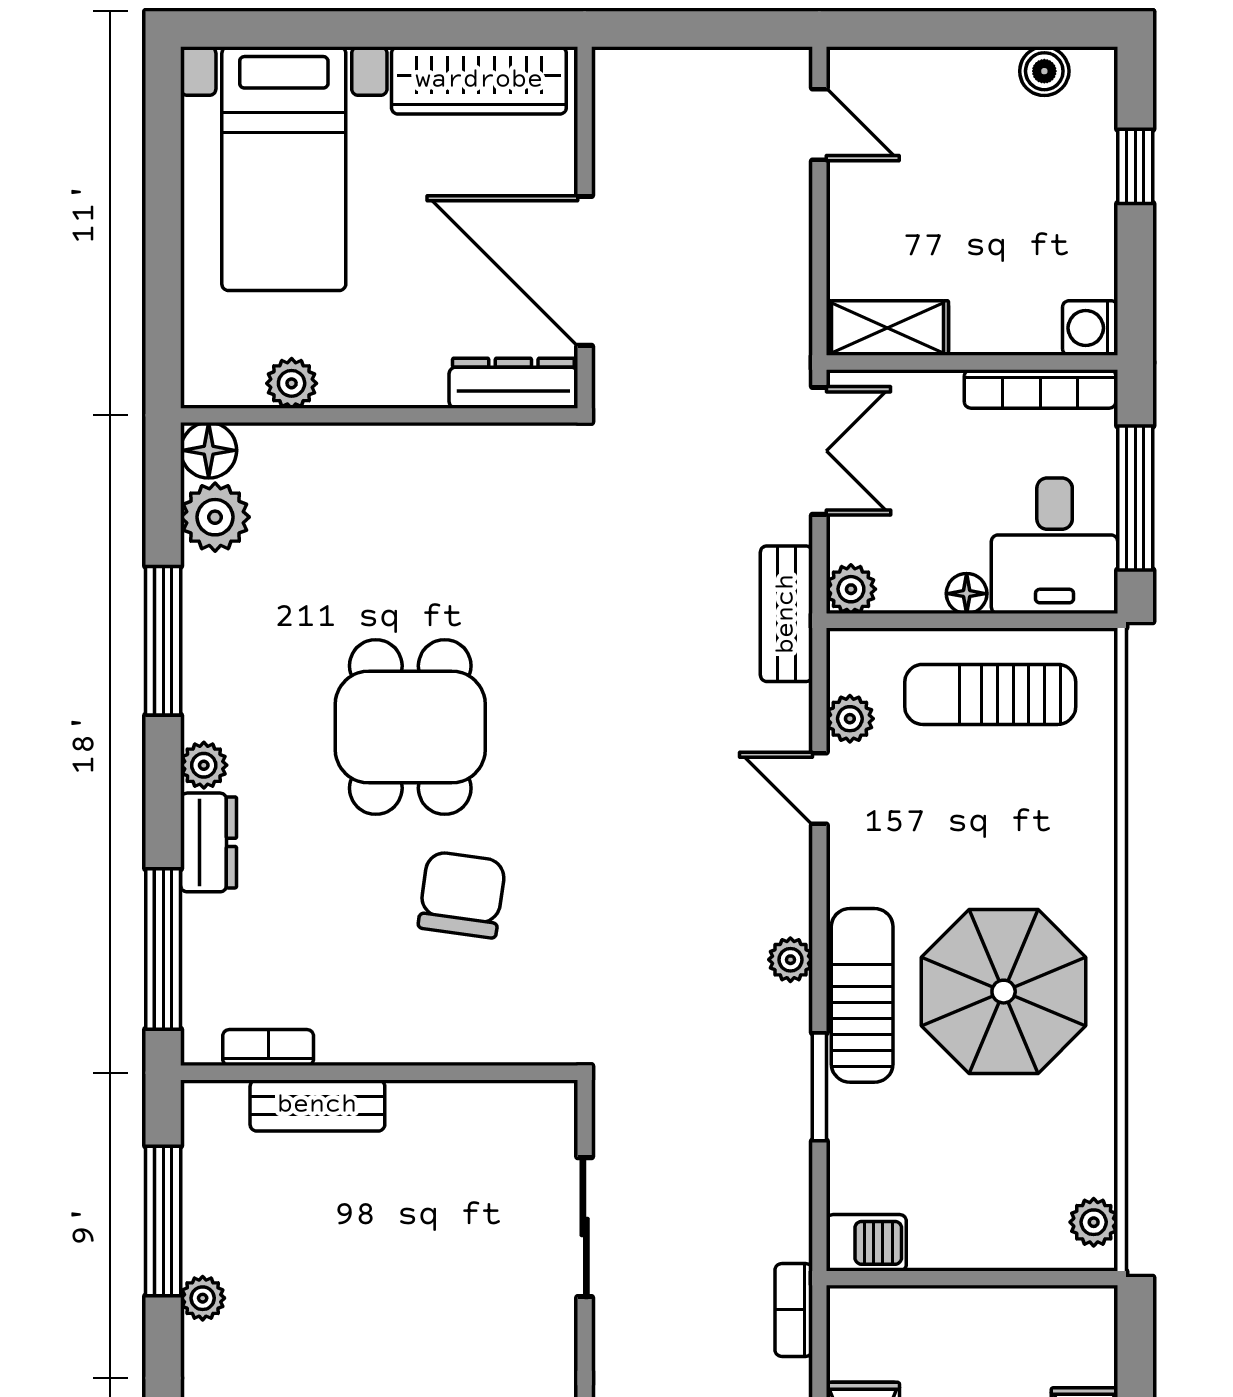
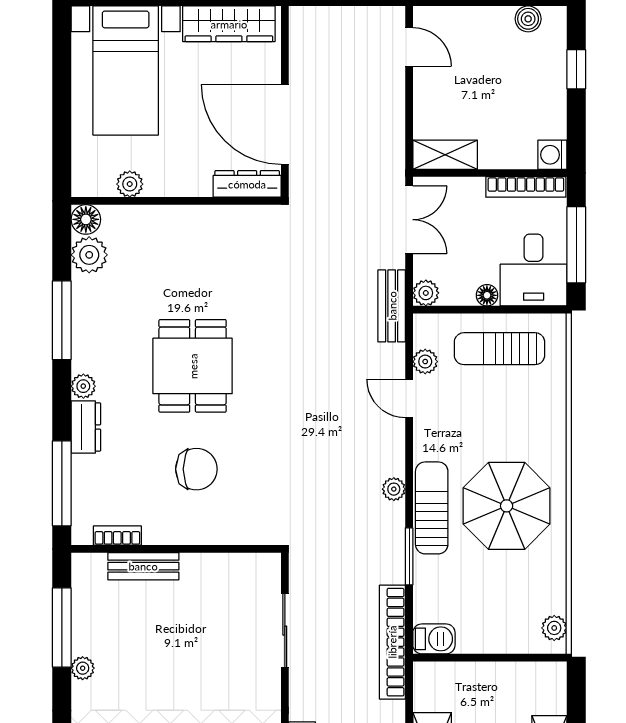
chair: (462, 895) -> (196, 469), moved, turned 82
bookcase: (794, 1310) -> (392, 642), width x2.31, depth x1.31

